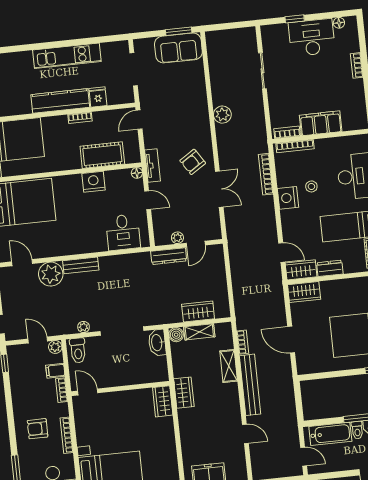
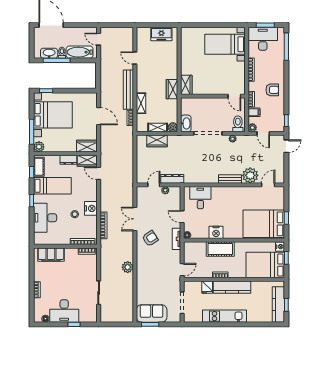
filing cabinet: (321, 123) -> (51, 255), moved
cot: (102, 155) -> (220, 249), moved
door: (22, 263) -> (268, 185), swing flipped
armchair: (38, 429) -> (272, 90), moved

